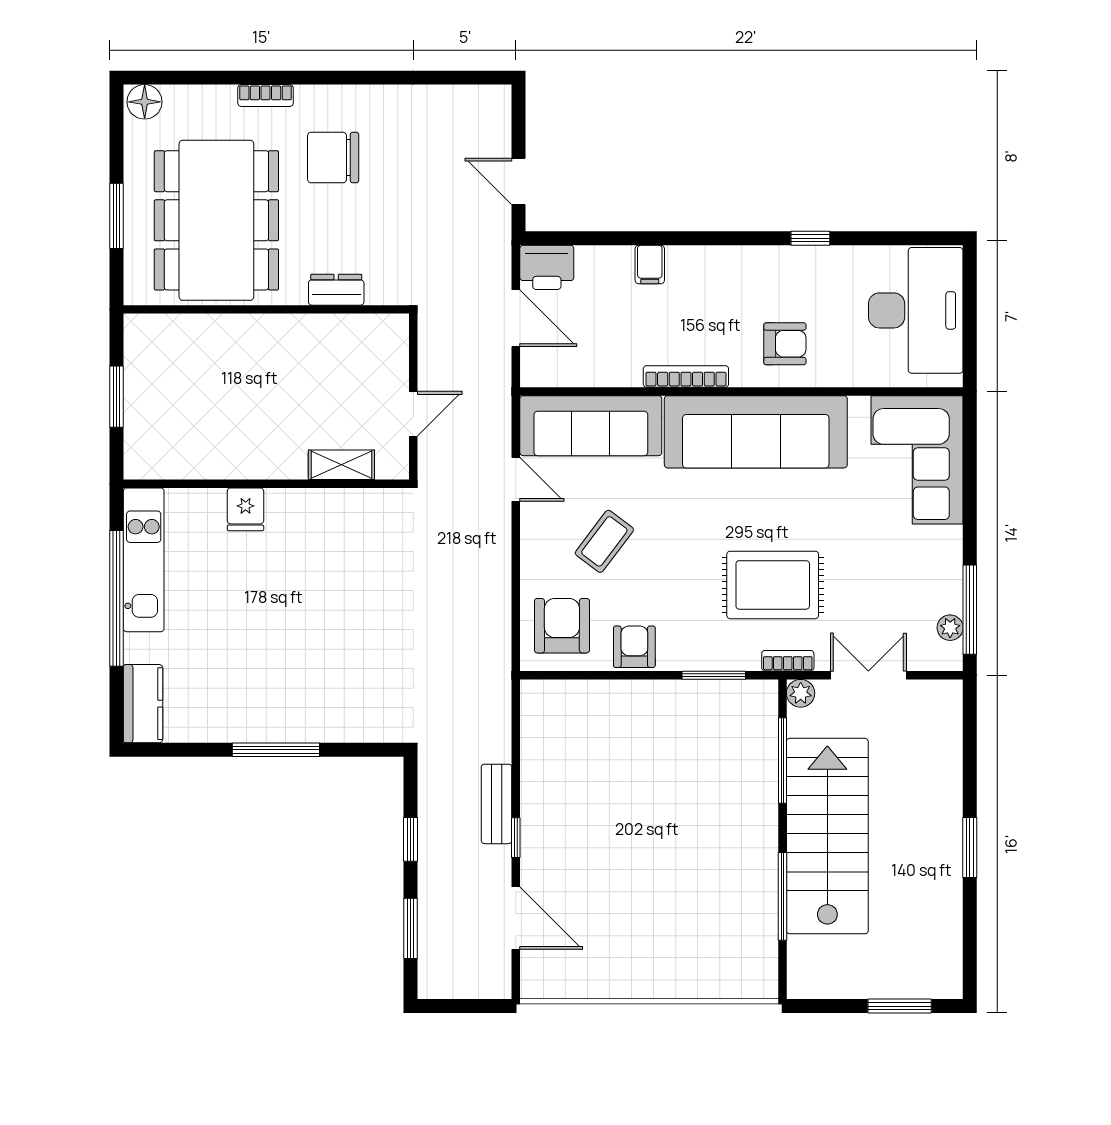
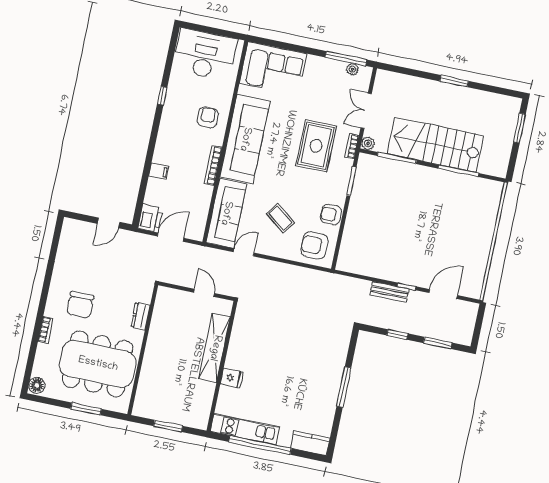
shelving: (341, 465) -> (215, 348), width x2.20, depth x1.33

